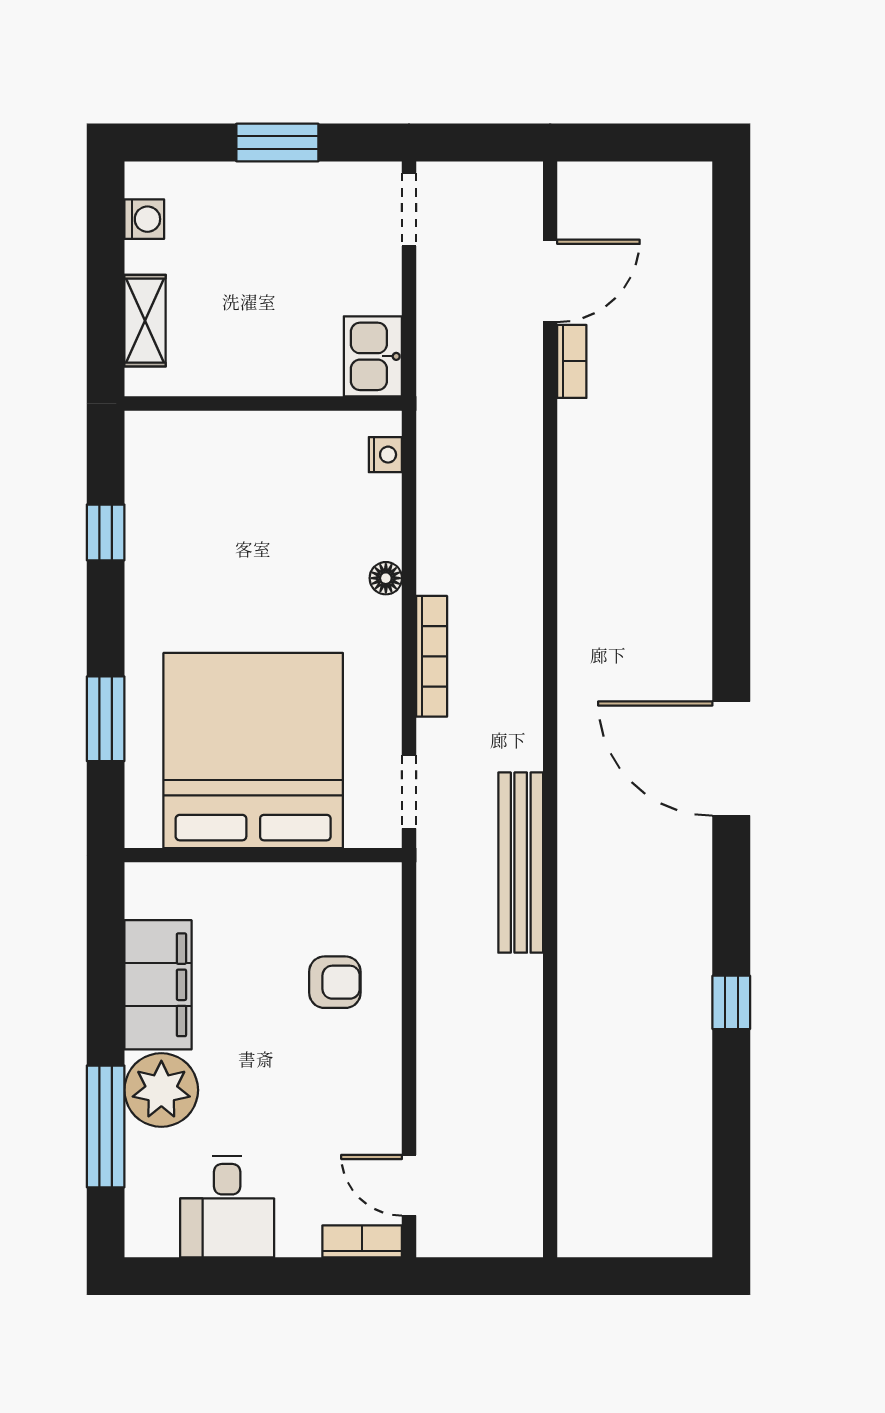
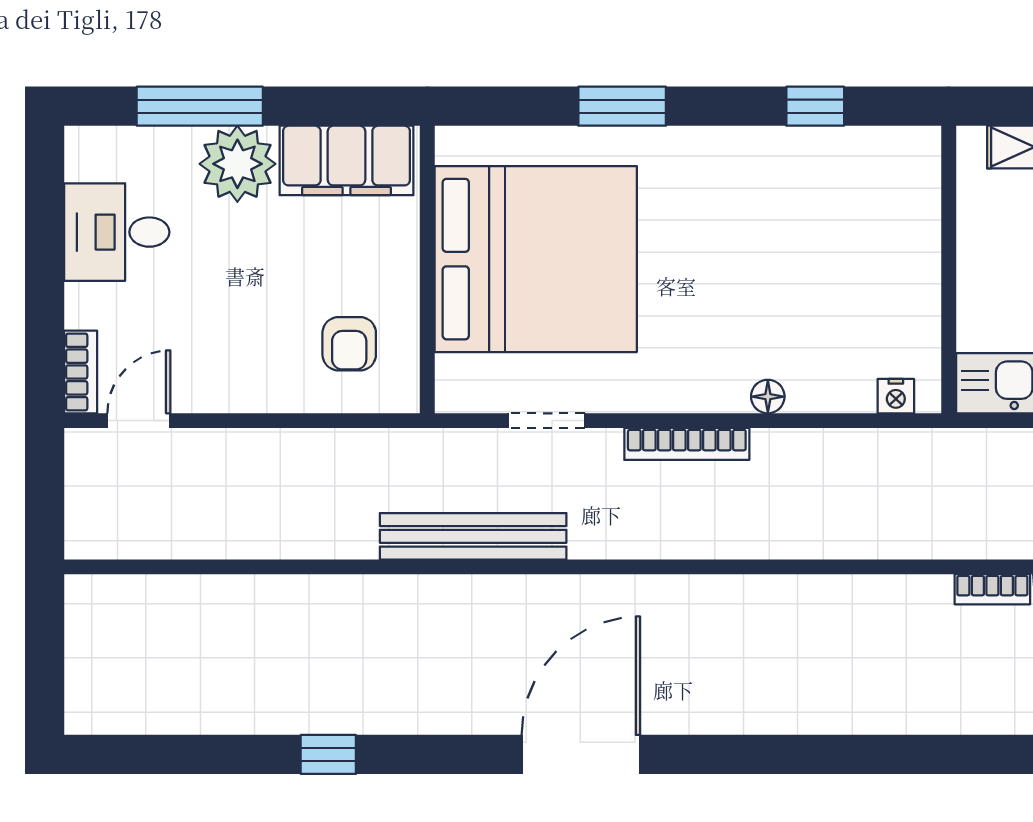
bed: (253, 750) -> (536, 259), moved
wall: (263, 855) -> (427, 270), moved

